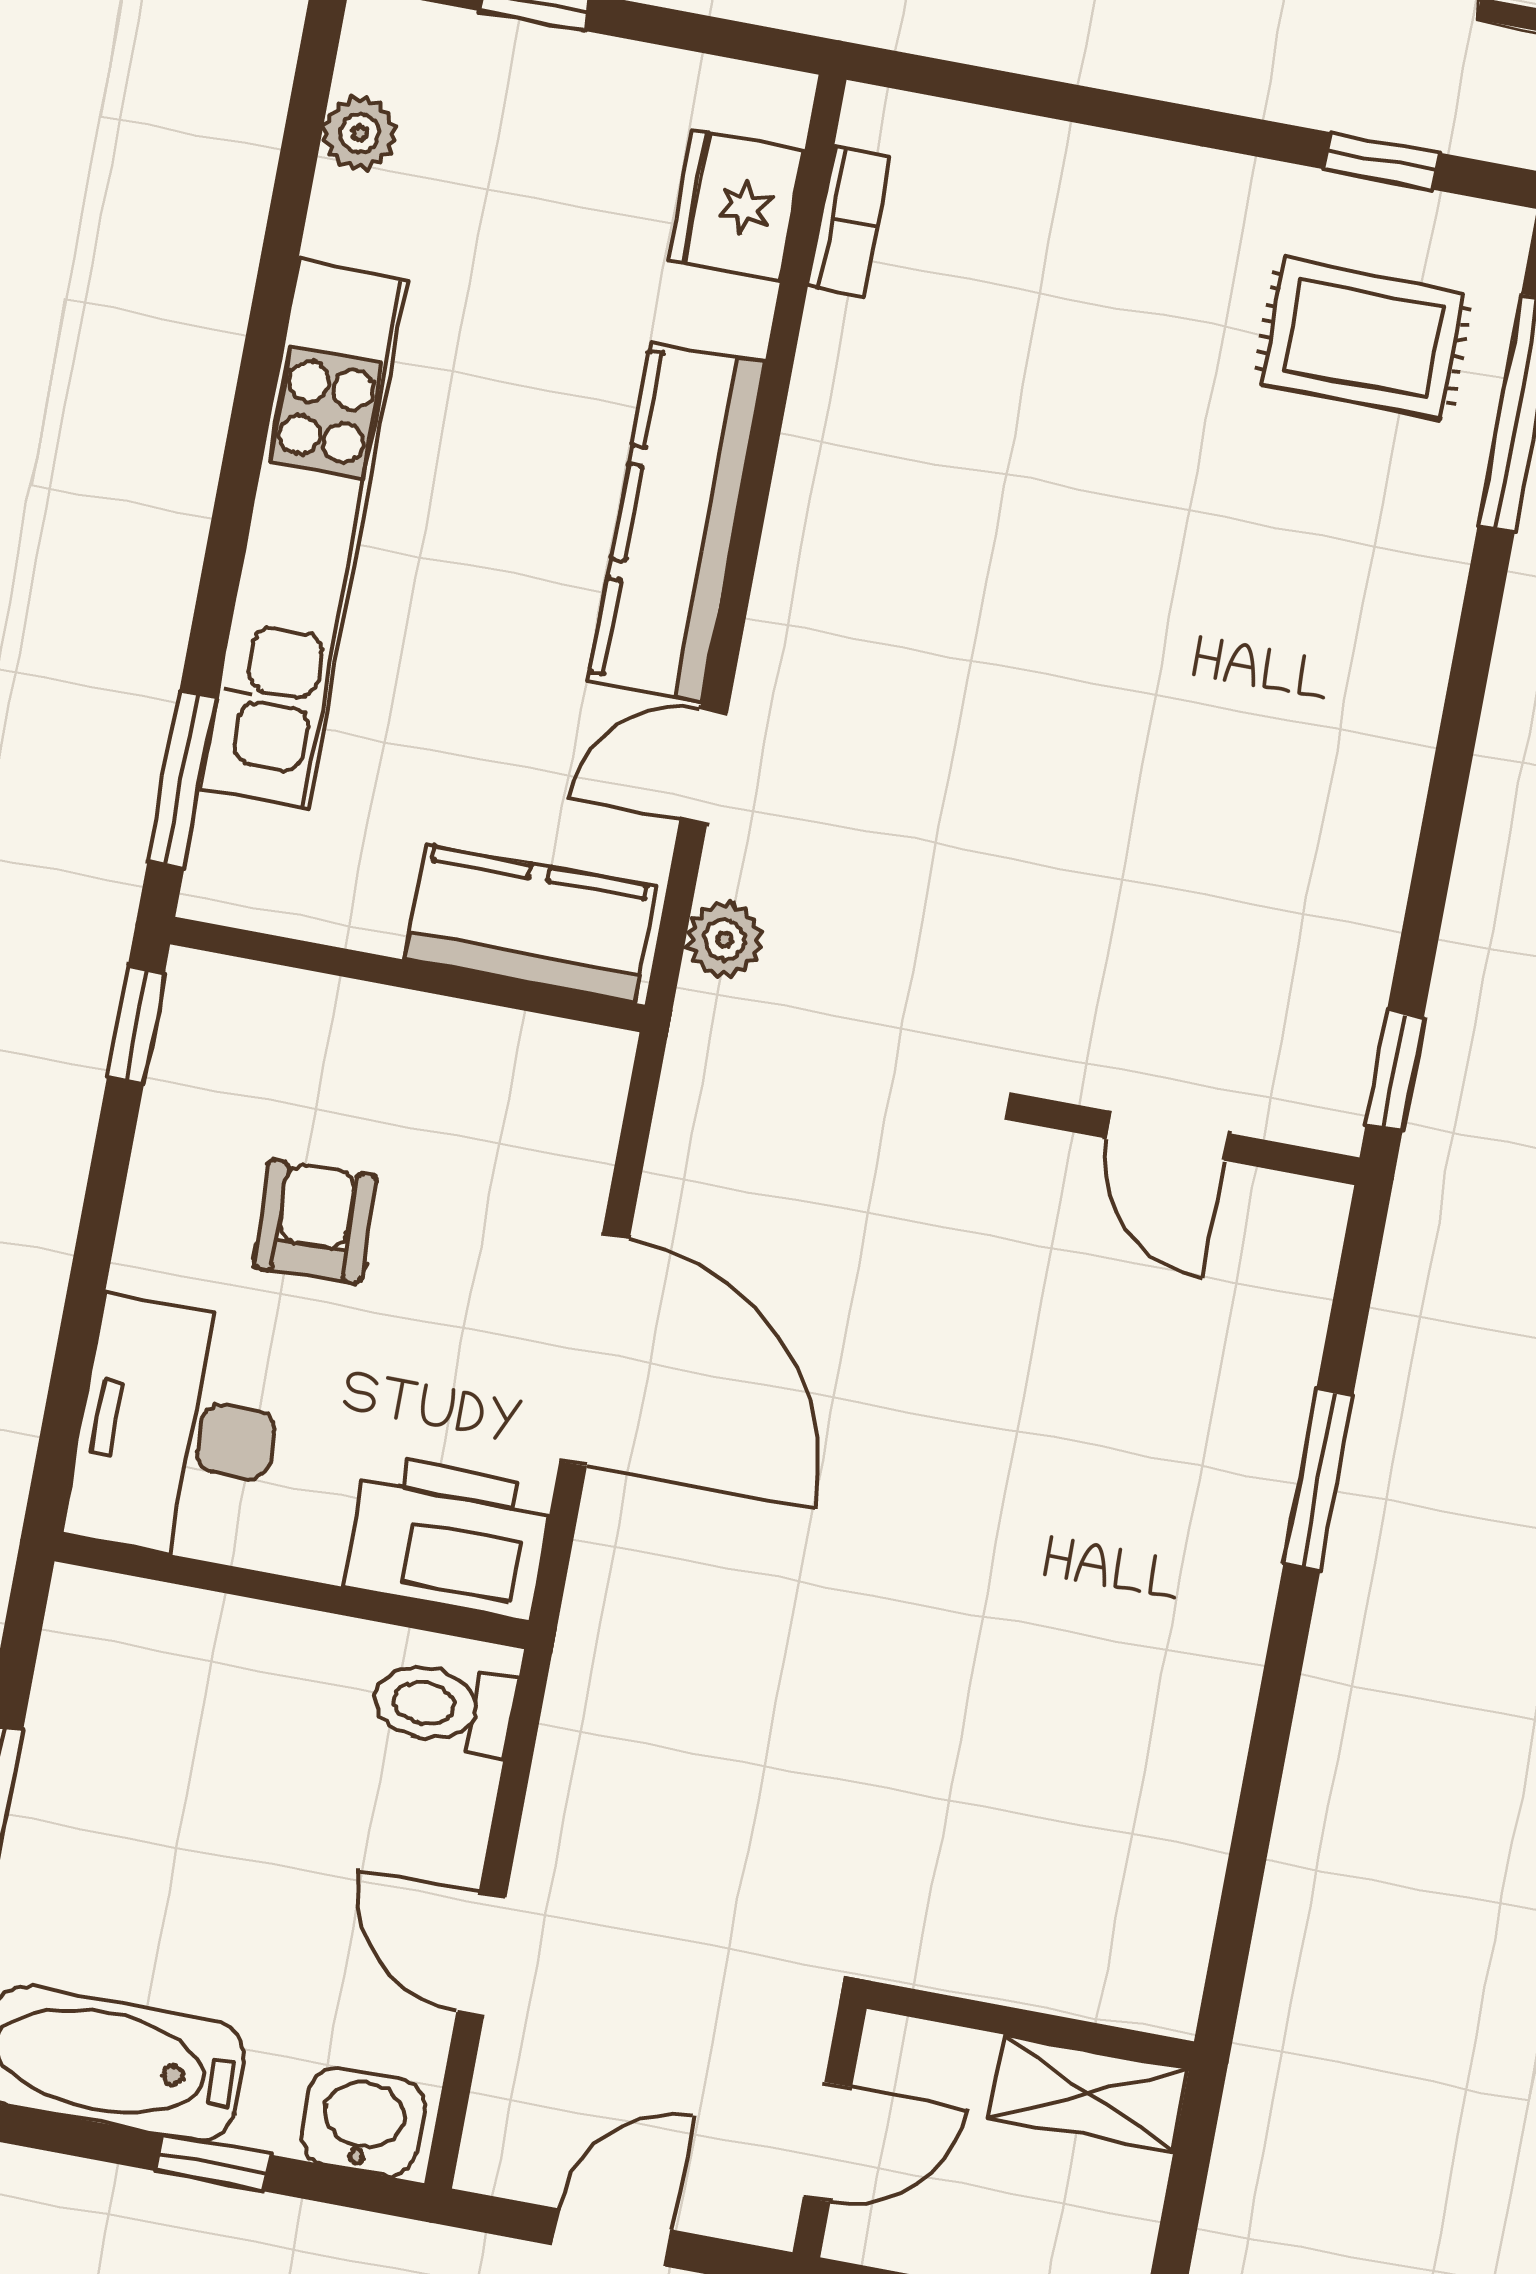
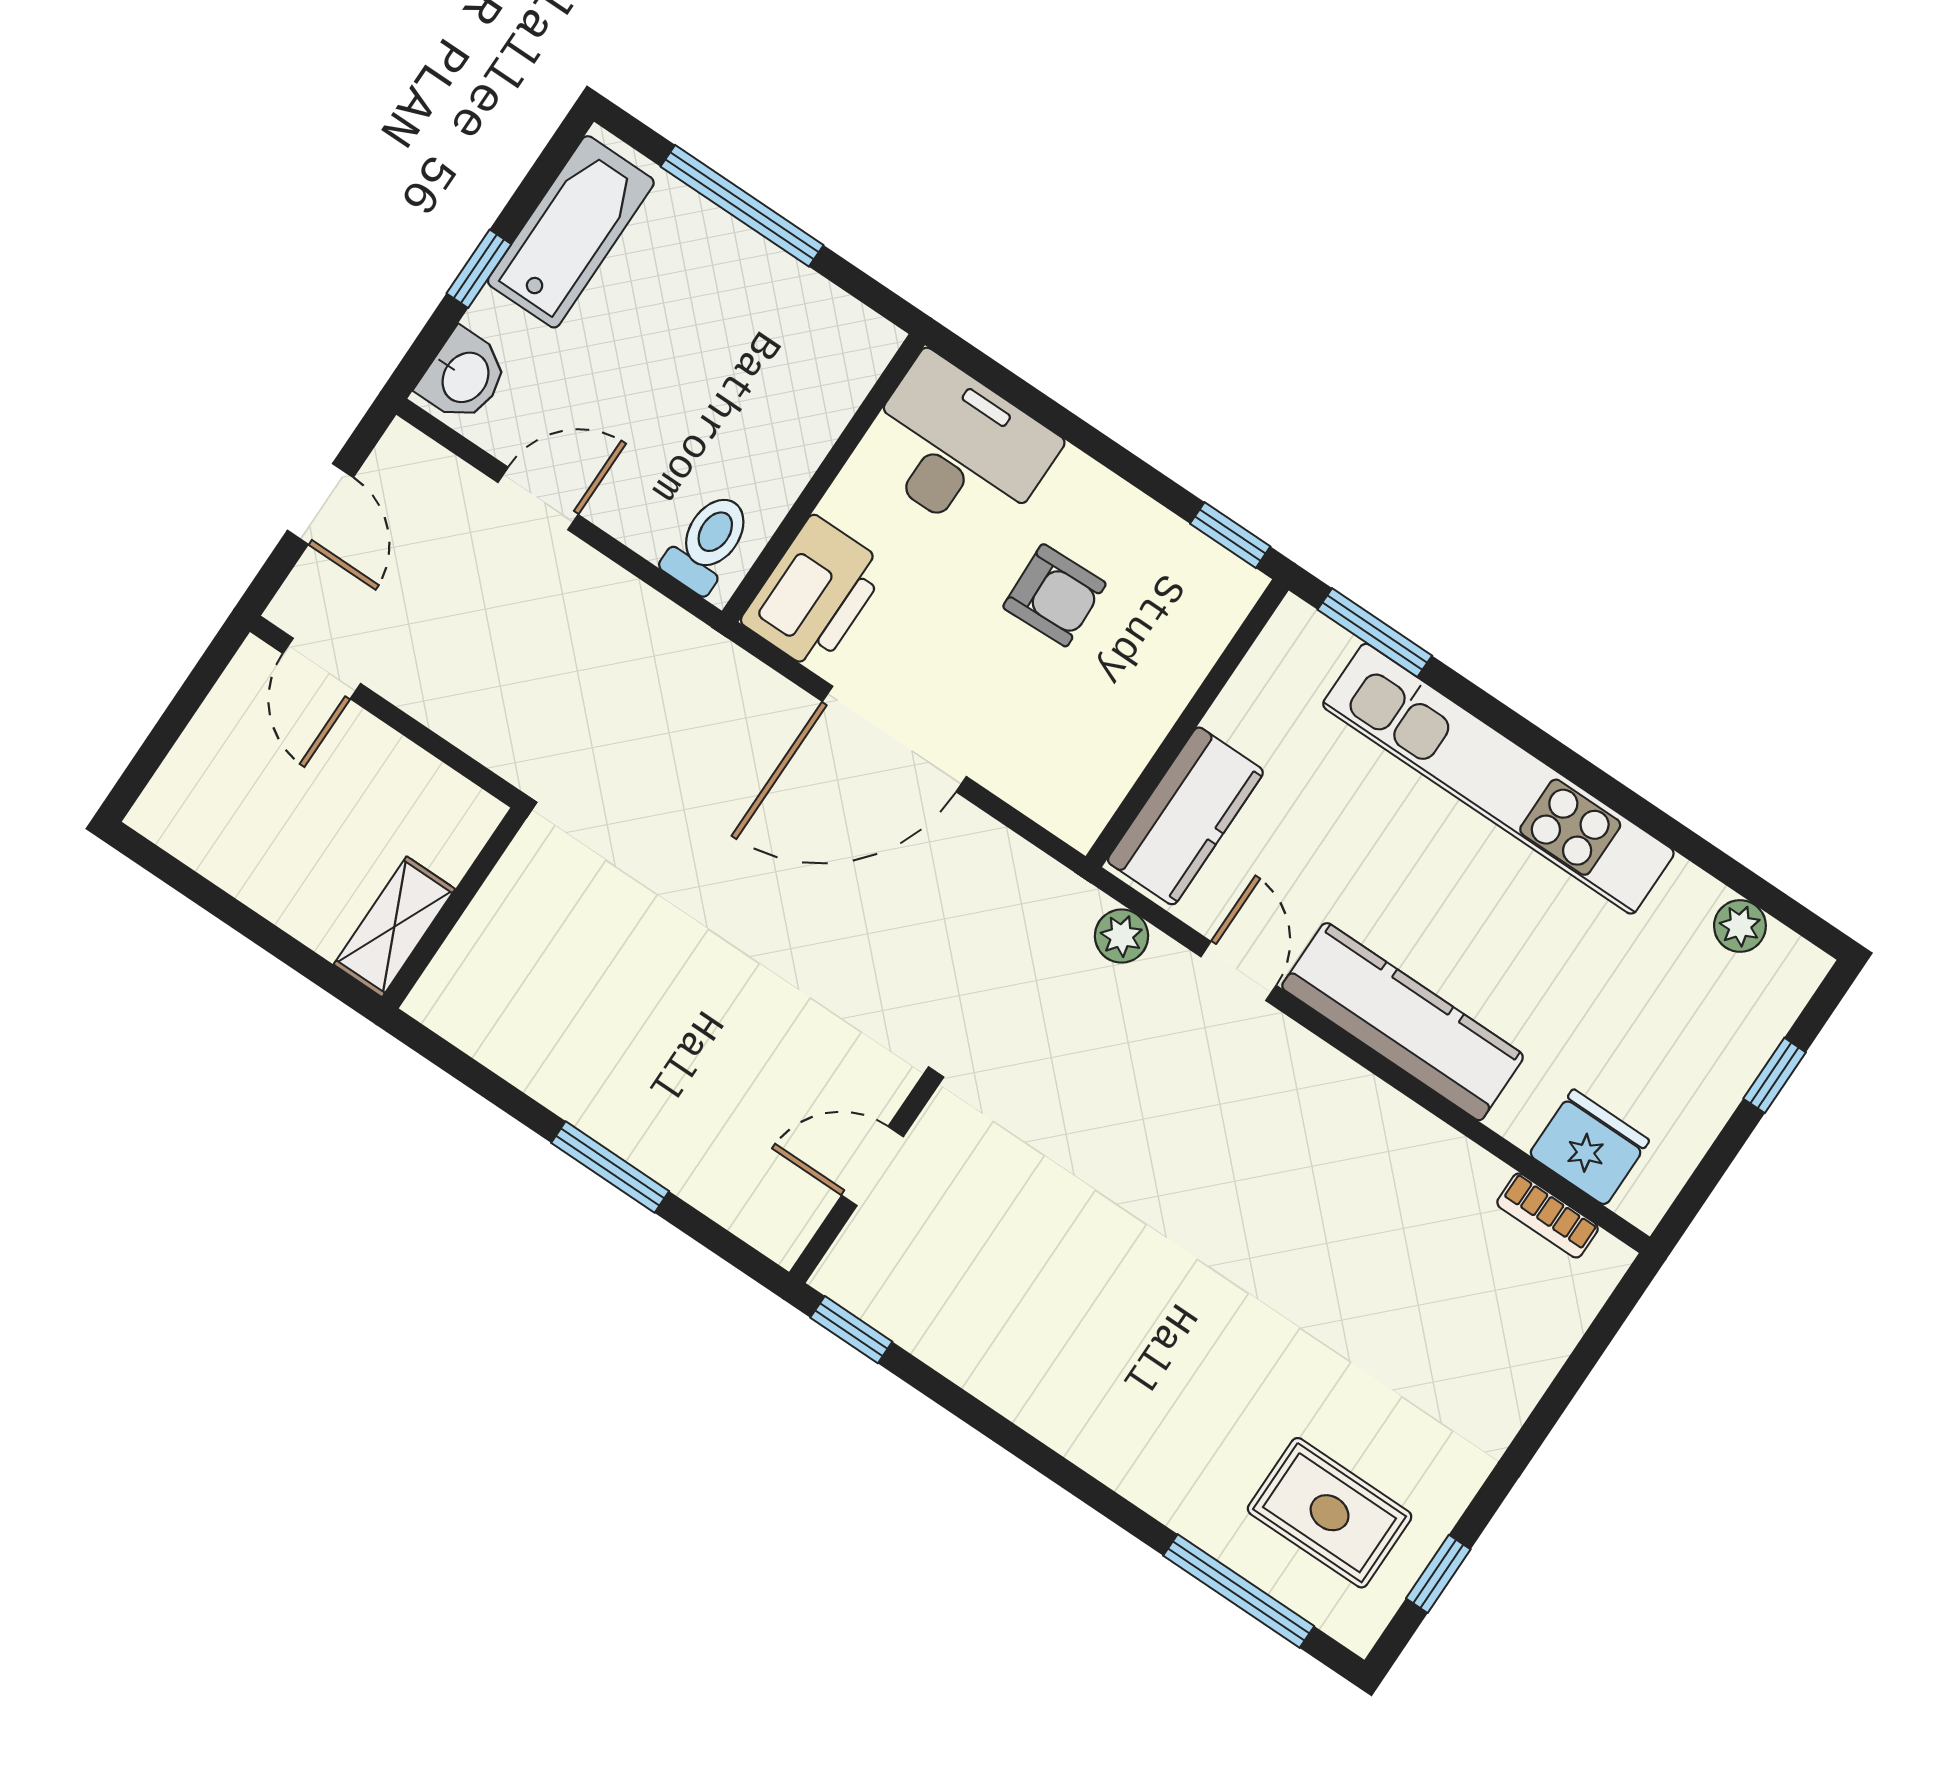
rug: (1363, 339) -> (1330, 1513), turned 90
wall: (1030, 2025) -> (454, 908), moved
shelving: (1089, 2093) -> (394, 927), moved

